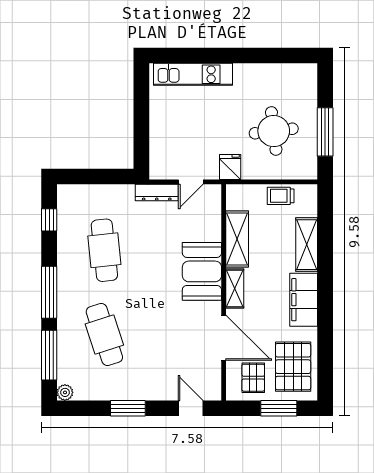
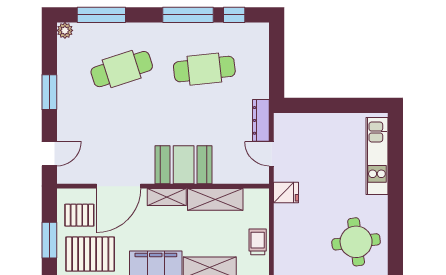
round table: (274, 131) -> (356, 242), moved
window: (49, 292) -> (188, 15), moved

